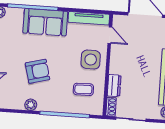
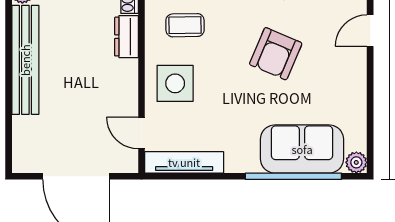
sofa: (45, 22) -> (302, 149), moved
armchair: (37, 71) -> (276, 54), turned -52

